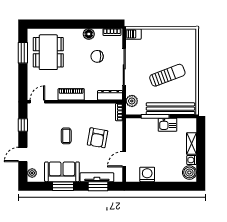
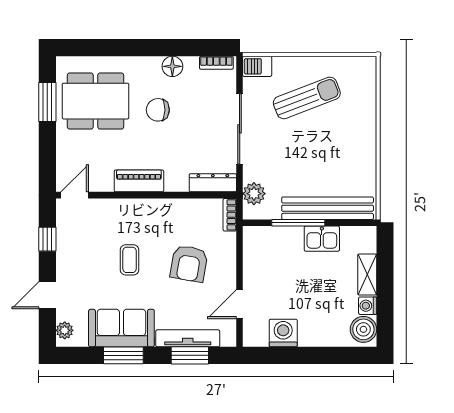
dining table: (48, 52) -> (96, 101), turned 90
chair: (97, 56) -> (158, 110), moved
sun lounger: (167, 75) -> (307, 98), moved

